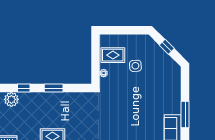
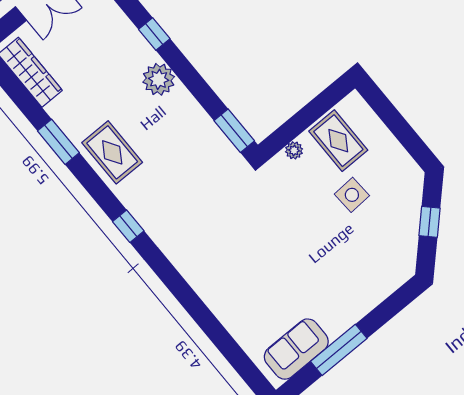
window: (54, 88) -> (234, 131), moved
plant: (11, 99) -> (159, 79), moved

